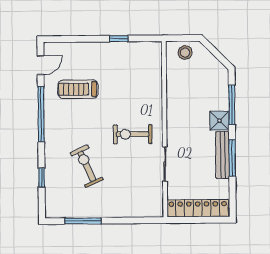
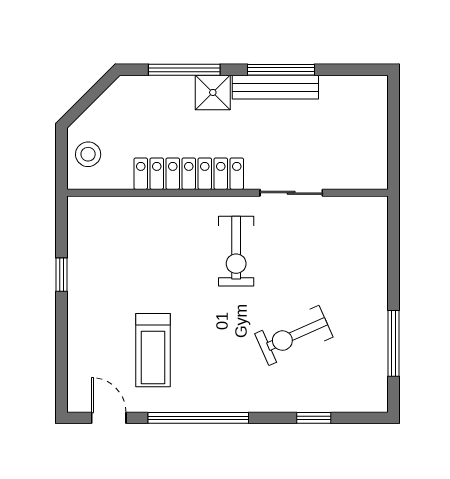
locker: (198, 208) -> (189, 174), moved, turned 90

